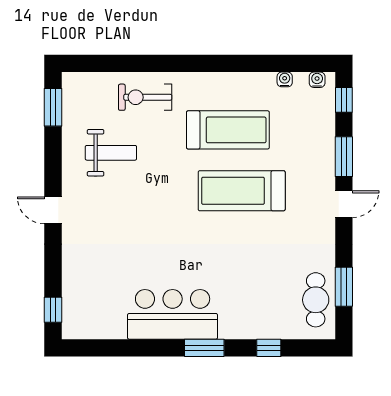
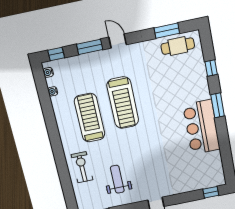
exercise bike: (145, 97) -> (82, 167), turned 180

